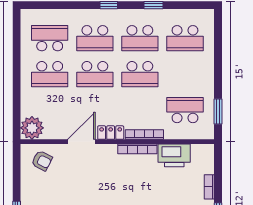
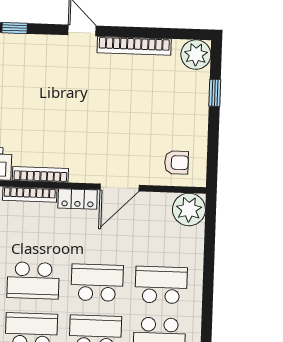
school desk: (140, 74) -> (33, 280), turned 180
armchair: (42, 161) -> (177, 163), turned 153

